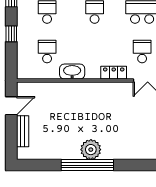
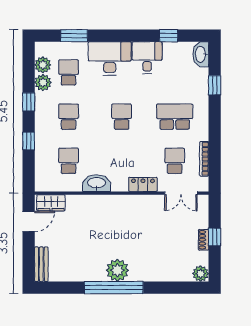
wardrobe: (31, 89) -> (51, 203), added
bench: (23, 131) -> (41, 264), moved

